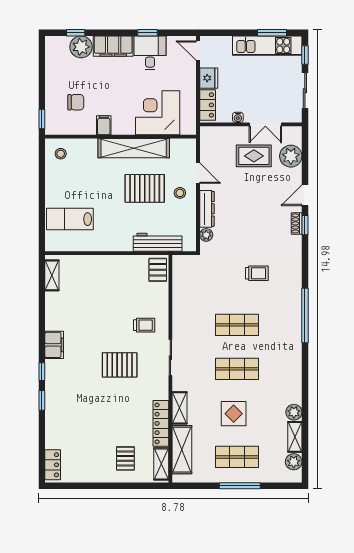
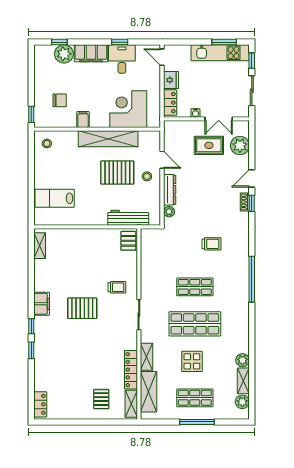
pallet: (120, 365) -> (82, 308), moved
shop shelf: (237, 369) -> (195, 324), width x1.43, depth x1.36

